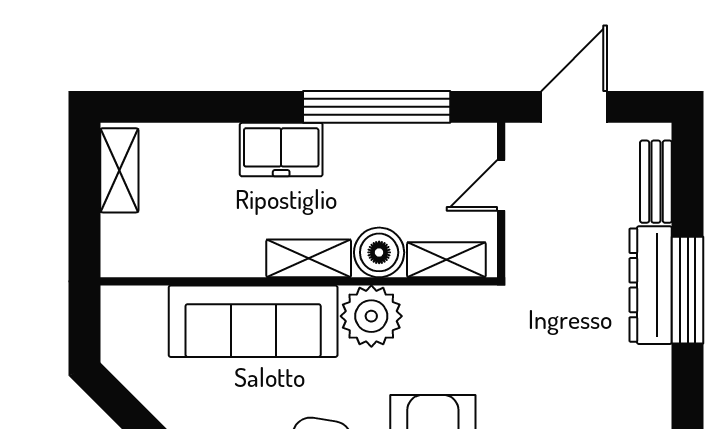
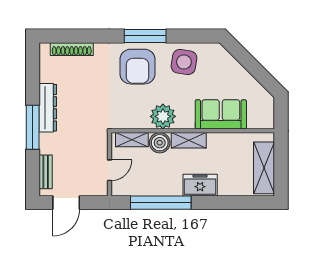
door: (574, 107) -> (66, 203), moved
shelving: (119, 170) -> (264, 168), width x1.50, depth x1.33
dresser: (651, 285) -> (48, 108), moved
sofa: (253, 321) -> (221, 114), width x0.73

